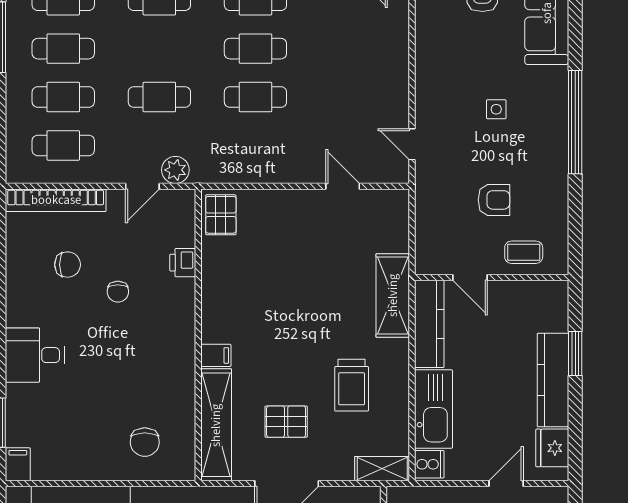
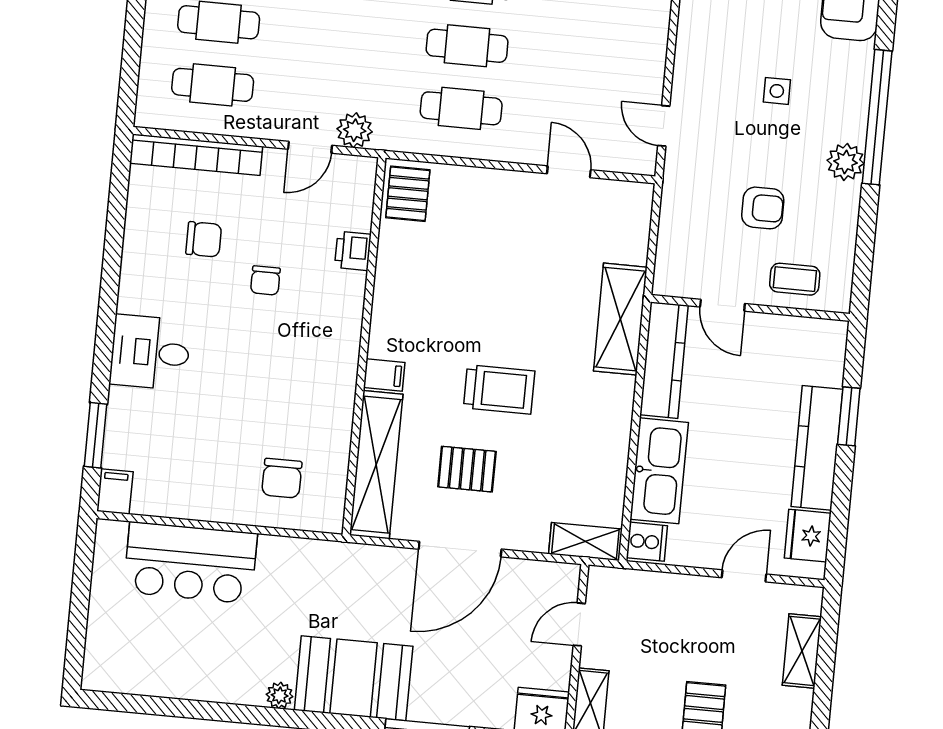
cafe table: (159, 97) -> (461, 108), moved
plant: (554, 159) -> (846, 162), added
trolley: (352, 385) -> (499, 389), moved, turned -90

